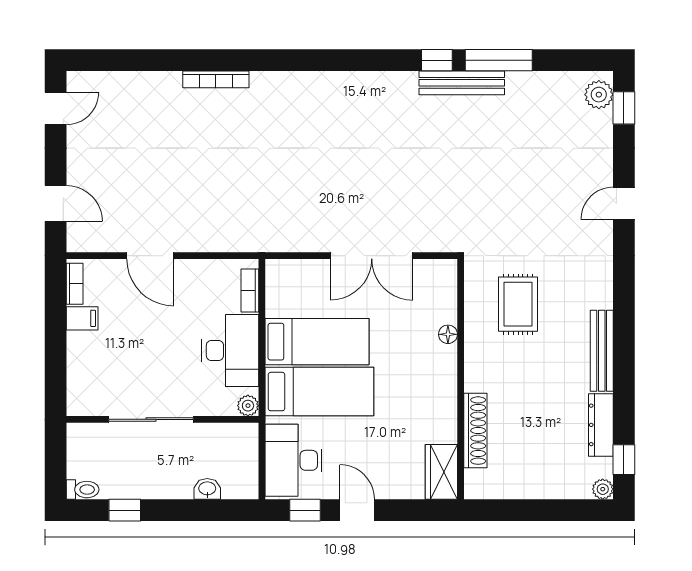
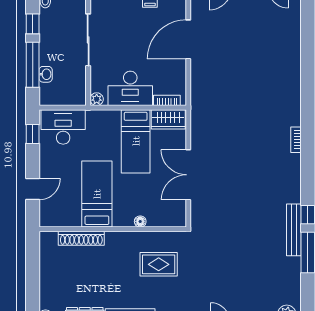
bookcase: (216, 79) -> (296, 140), moved, width x0.64
door: (150, 256) -> (188, 39), width x1.36
bed: (319, 392) -> (97, 194), moved, turned 180
wardrobe: (441, 472) -> (168, 119), moved, turned 180
window: (192, 510) -> (33, 65), added
door: (357, 510) -> (33, 189), moved

